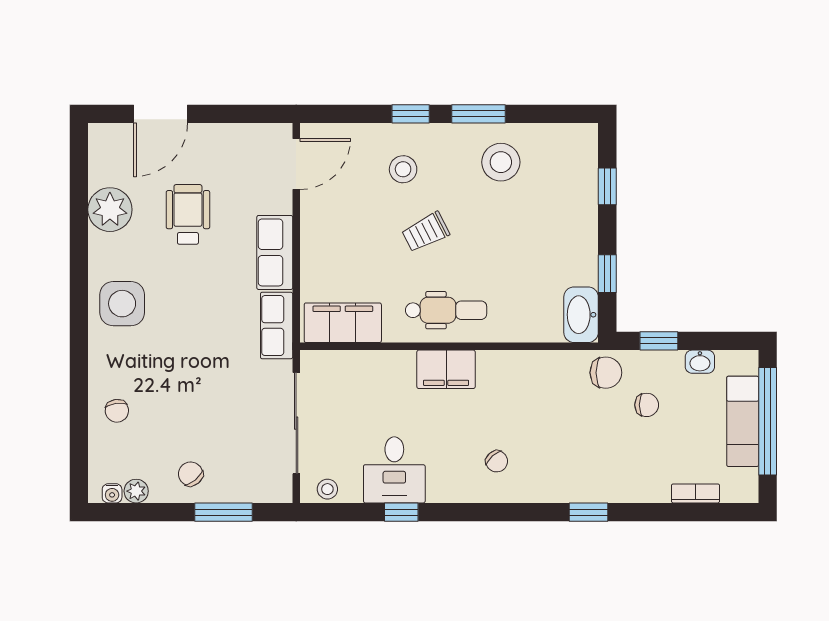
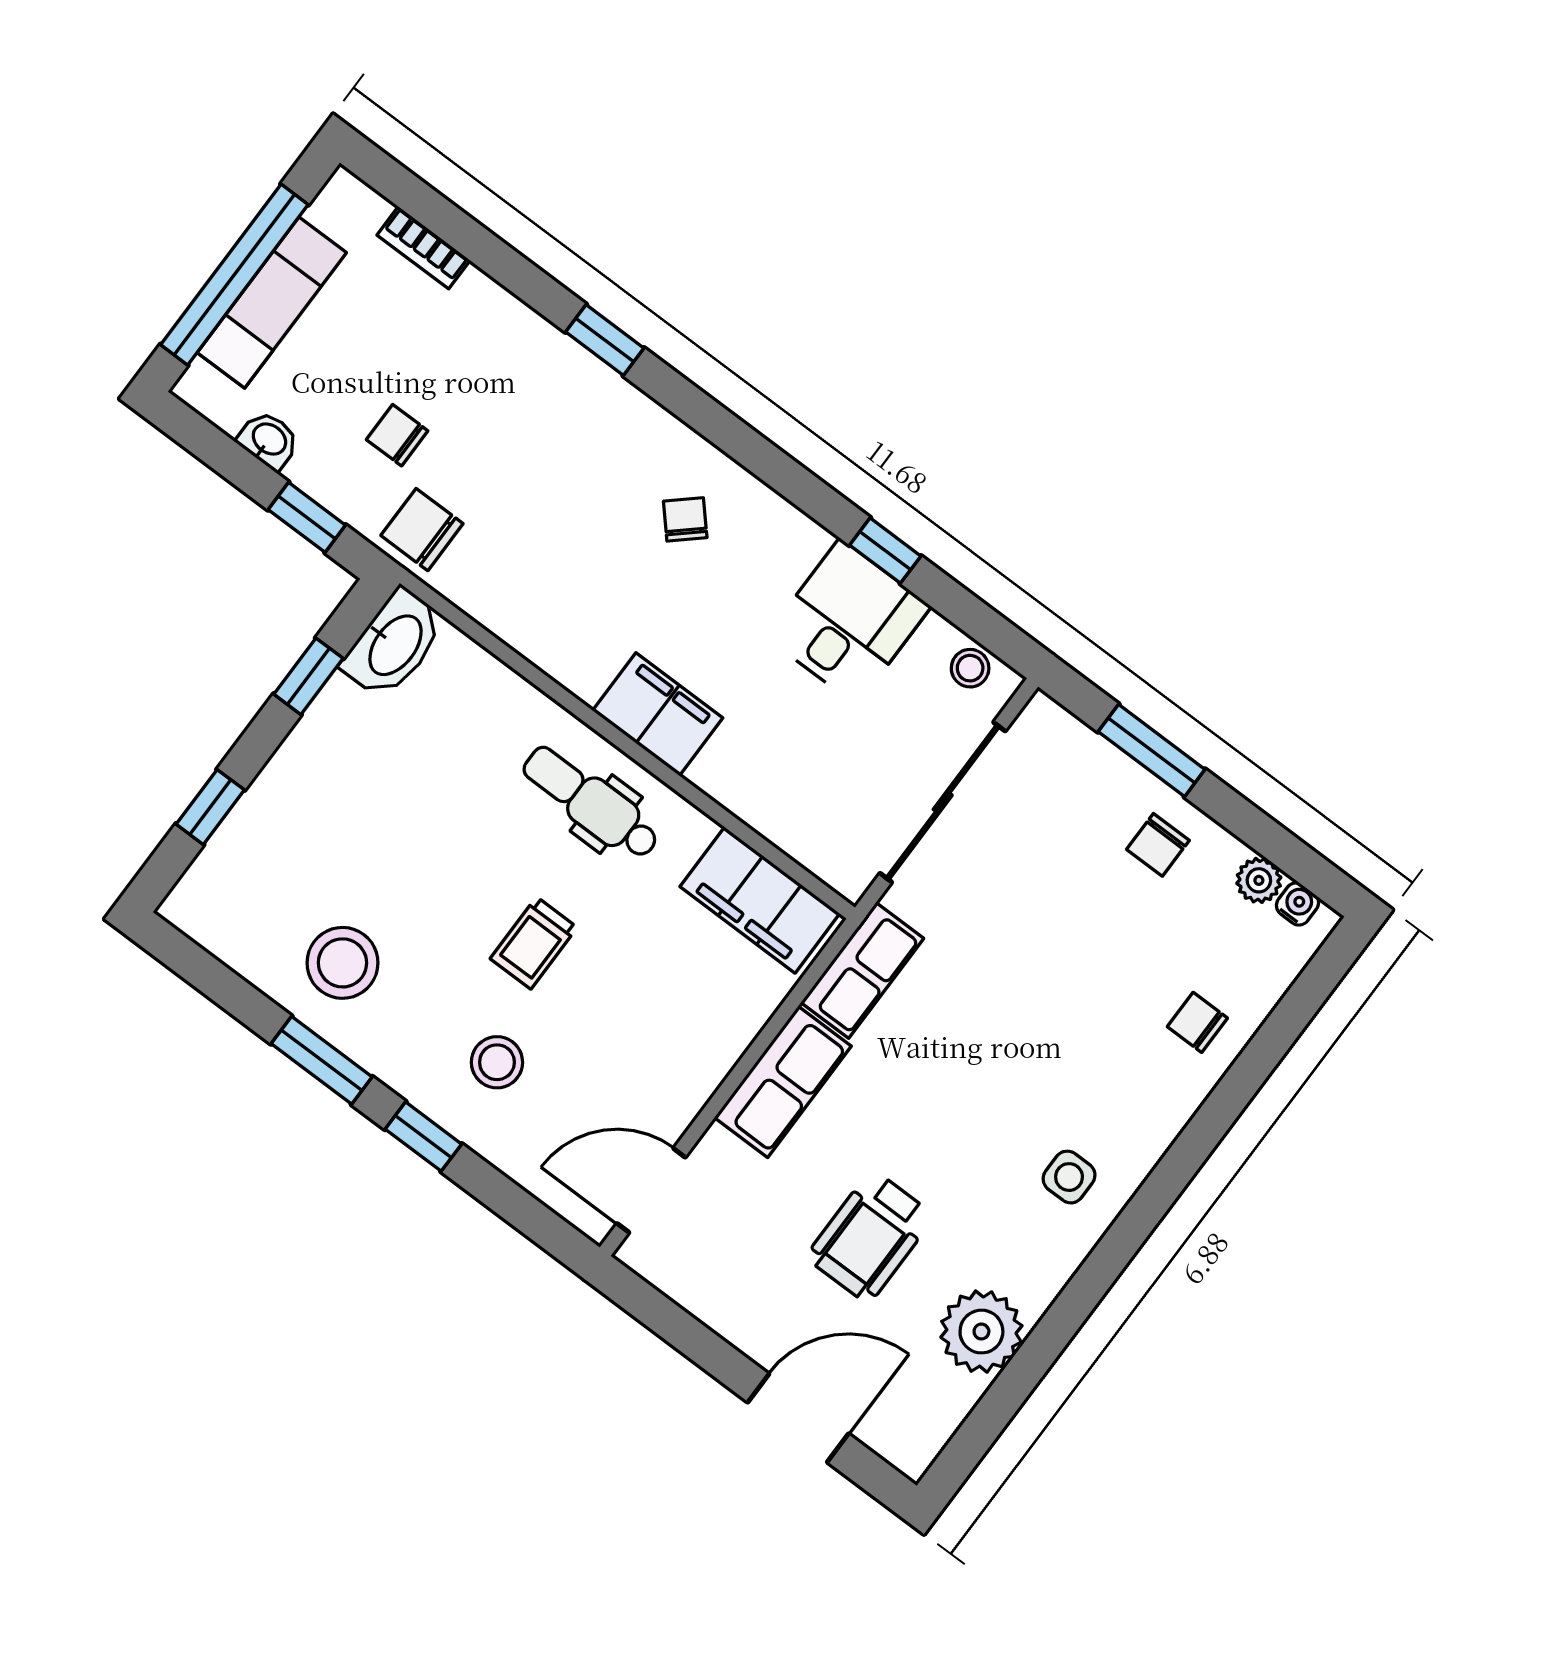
trolley: (426, 232) -> (534, 943), turned 117
side table: (122, 304) -> (1069, 1177), width x0.54, depth x0.54
chair: (117, 411) -> (1197, 1022), turned -82
chair: (191, 474) -> (1158, 845), turned 40

